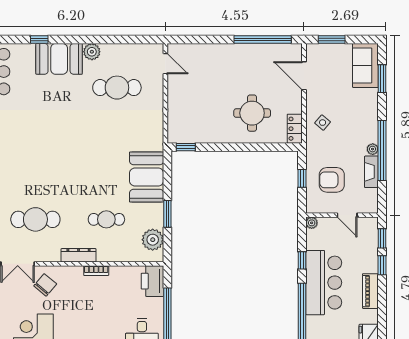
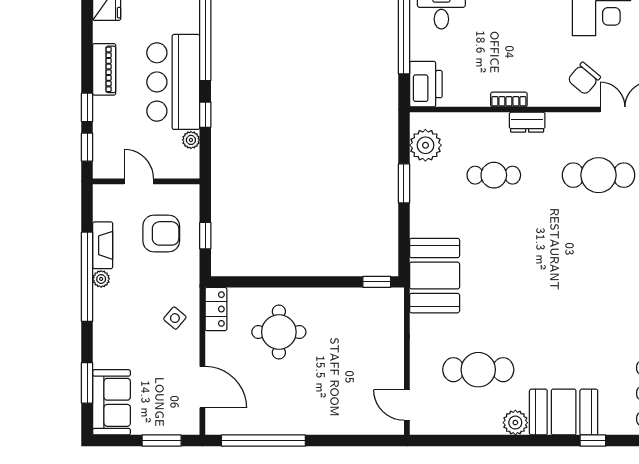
booth: (147, 177) -> (435, 276), moved
plant: (312, 223) -> (191, 140), moved
dresser: (79, 255) -> (527, 122), width x0.70

